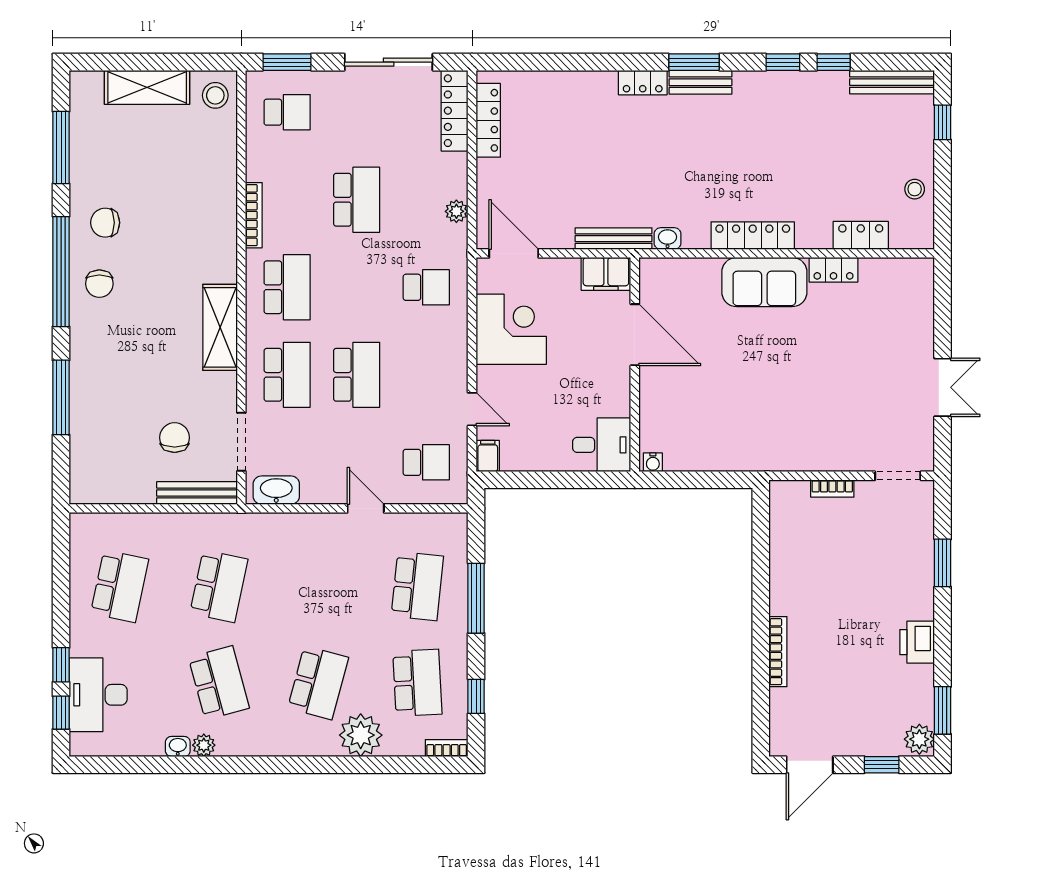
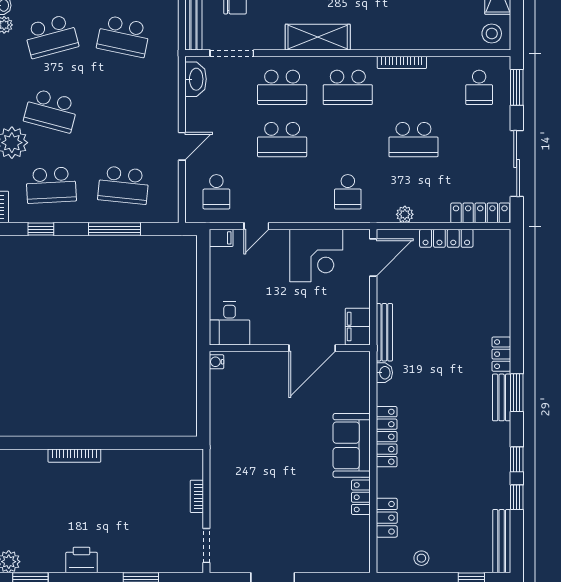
locker: (488, 120) -> (446, 238), moved

